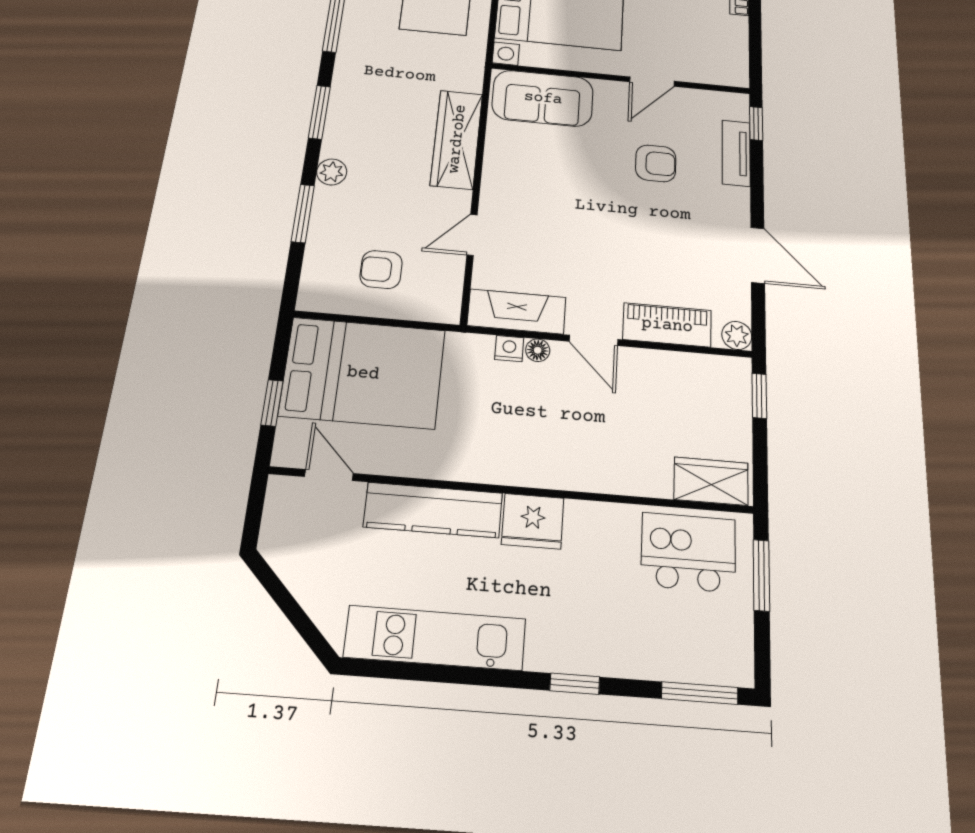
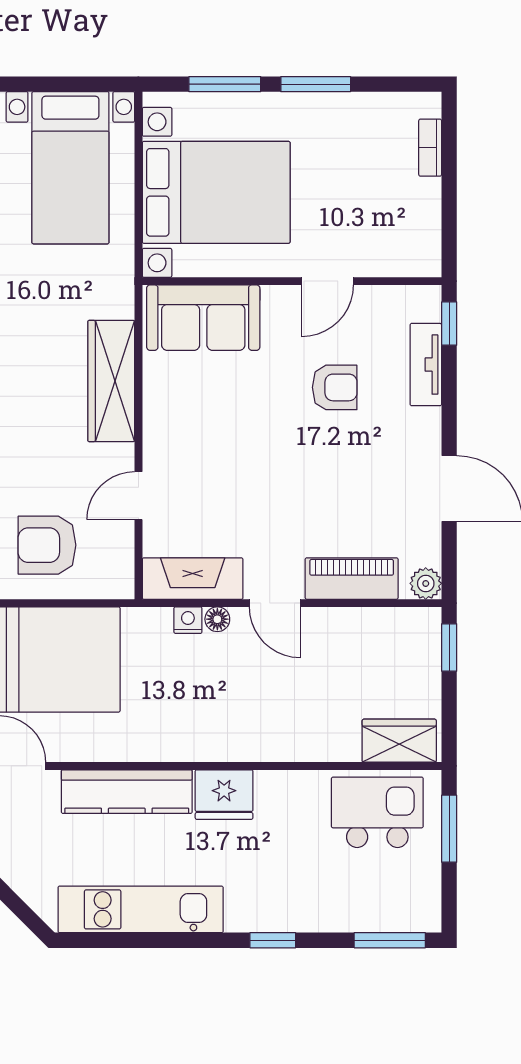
armchair: (381, 270) -> (47, 545), width x1.38, depth x1.38

